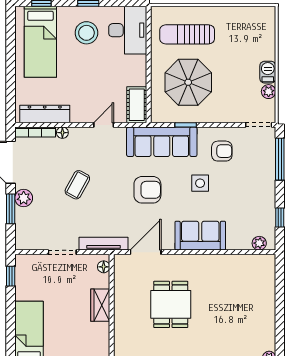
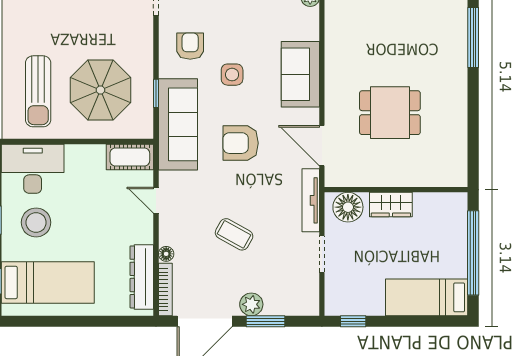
armchair: (147, 190) -> (241, 143), turned -90
floor lamp: (104, 267) -> (348, 207), width x1.89, depth x1.89

